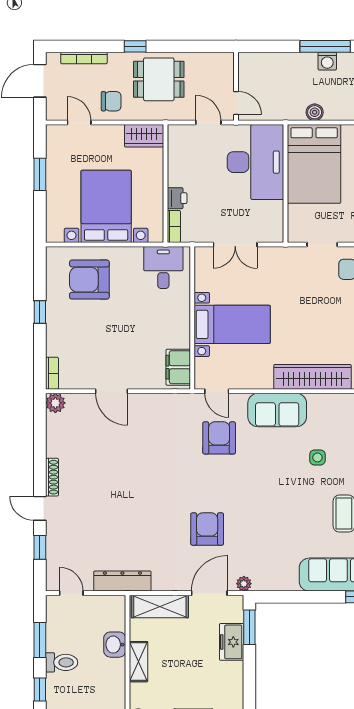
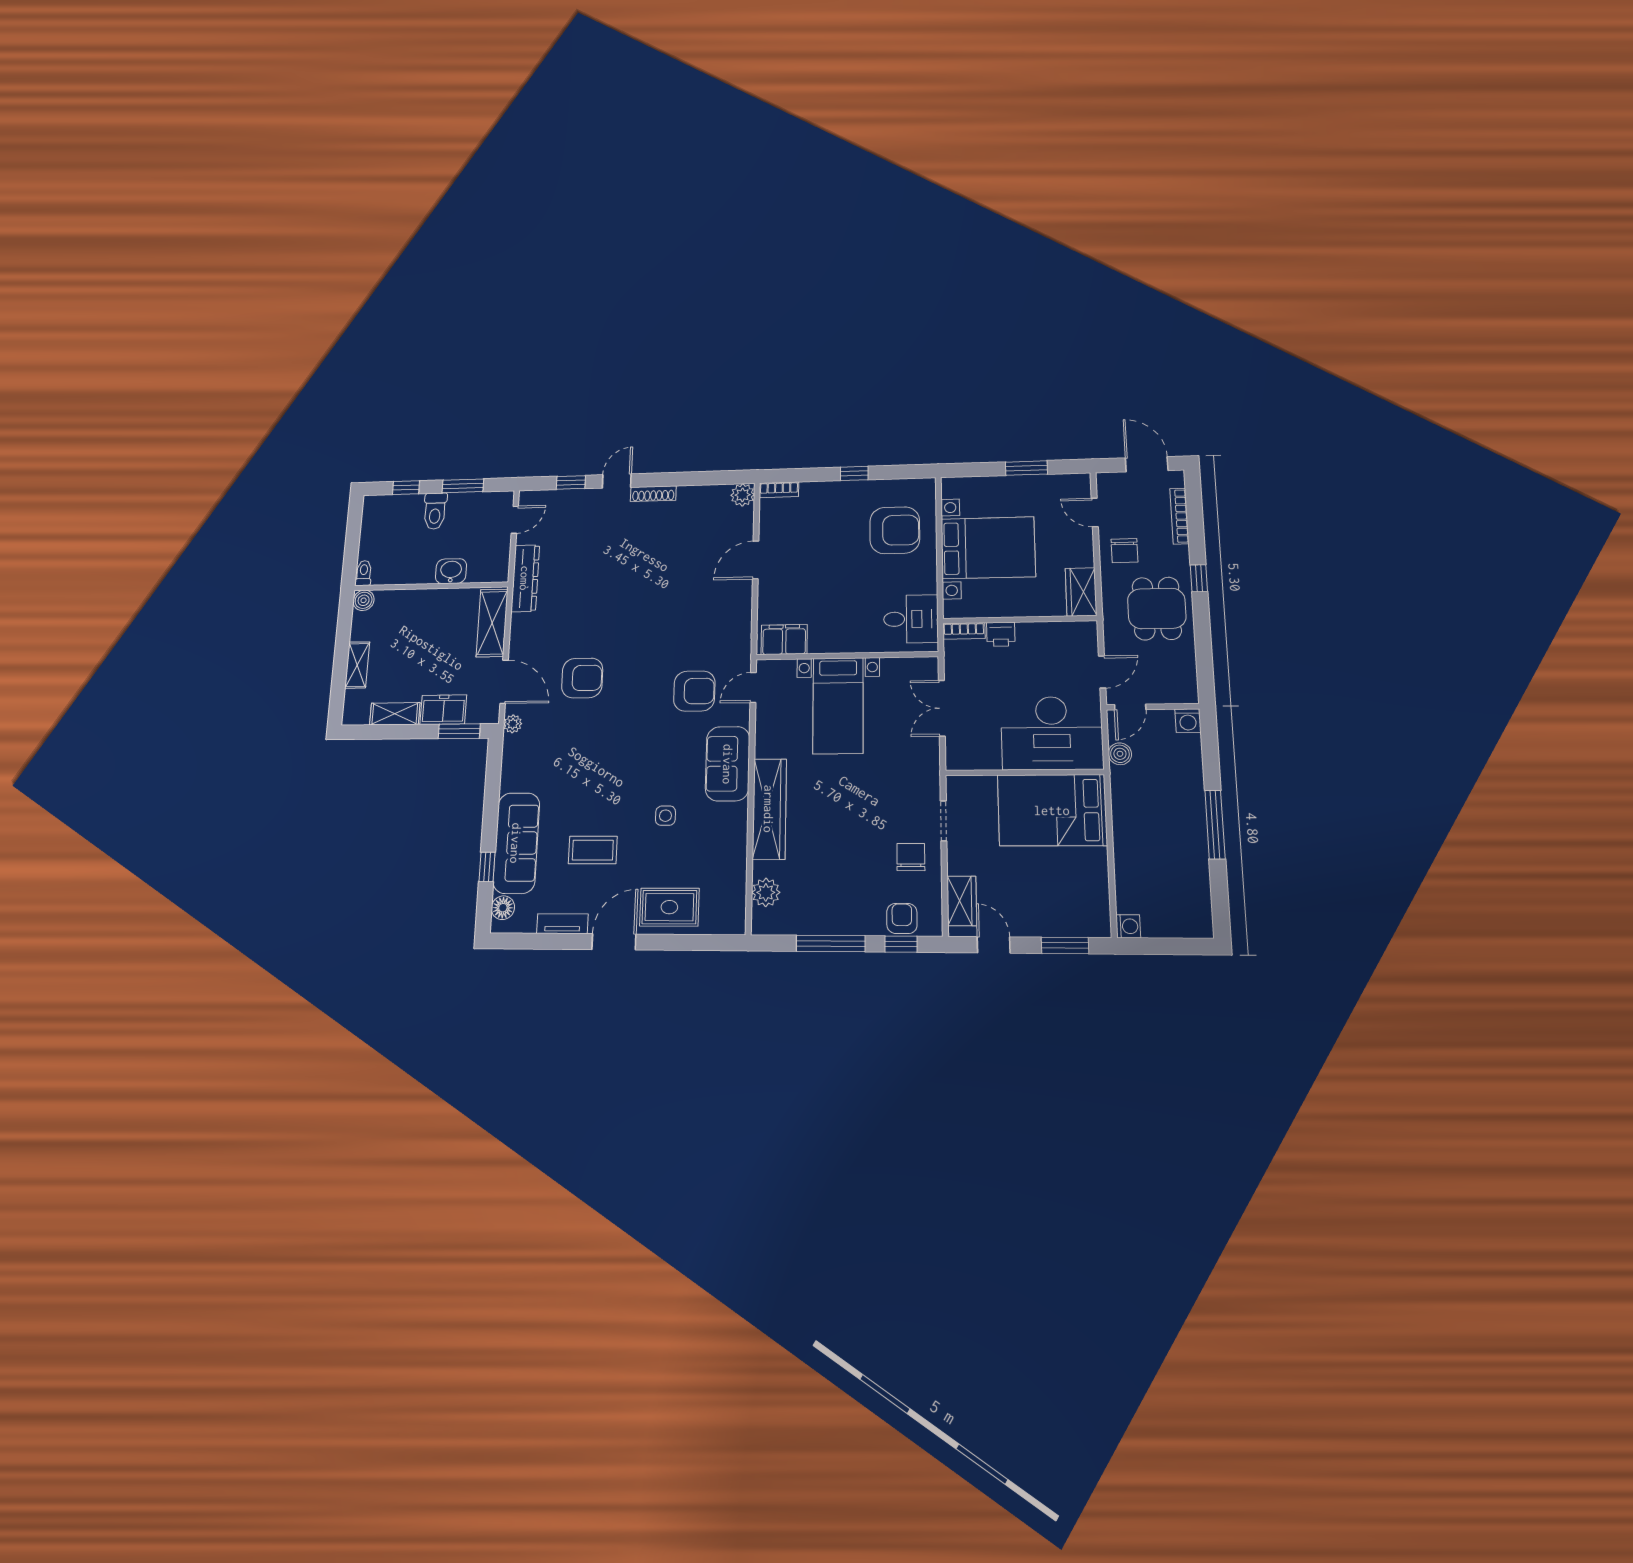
washing machine: (327, 61) -> (1188, 721), moved, turned -90
boiler: (315, 112) -> (1120, 754), moved
door: (79, 123) -> (1095, 512), swing flipped
armchair: (89, 280) -> (895, 530), turned 90
shelving: (138, 662) -> (395, 714), moved

